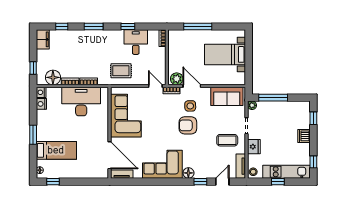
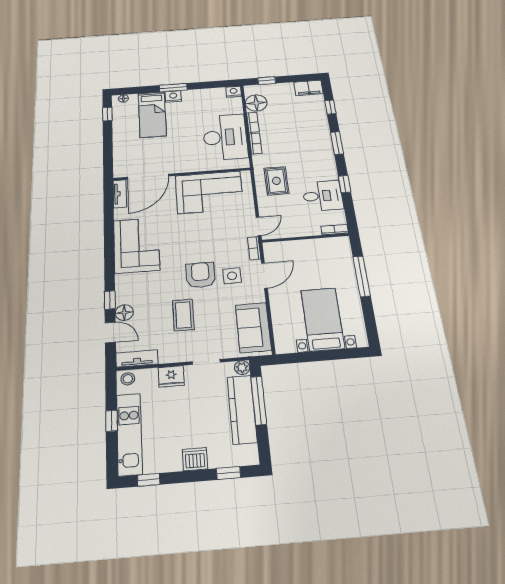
plant: (177, 79) -> (273, 254), removed
nightstand: (41, 104) -> (173, 96), moved
kitchen counter: (278, 108) -> (242, 409), added
coffee table: (227, 140) -> (183, 315), moved
floor lamp: (188, 173) -> (124, 313), moved

